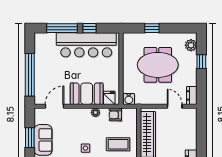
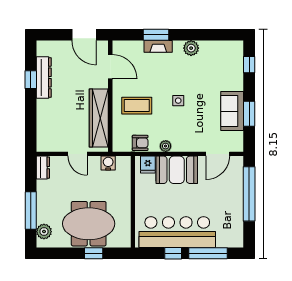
window: (201, 62) -> (31, 211), width x2.17
meeting table: (158, 65) -> (89, 224), moved
water cooler: (129, 99) -> (108, 163), moved
door: (175, 106) -> (77, 154), moved

